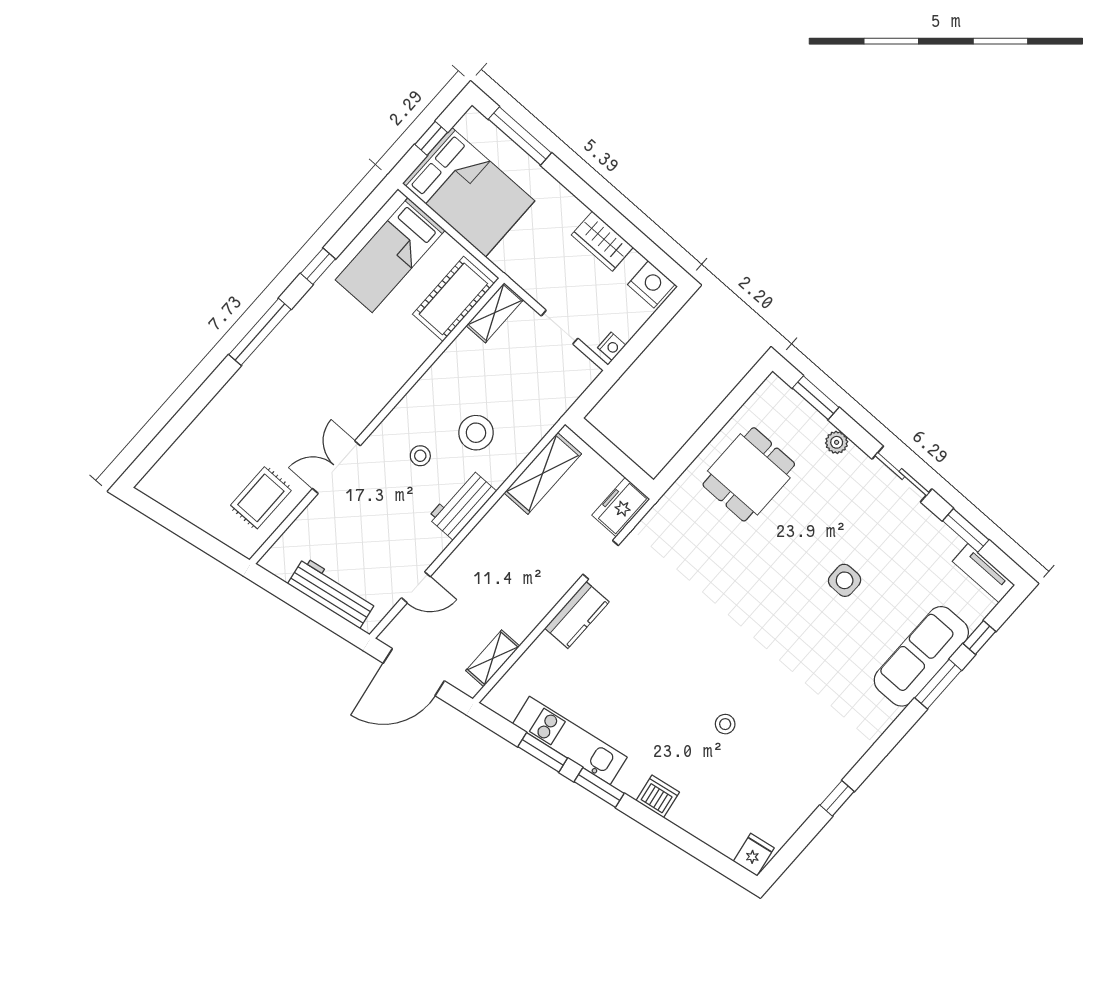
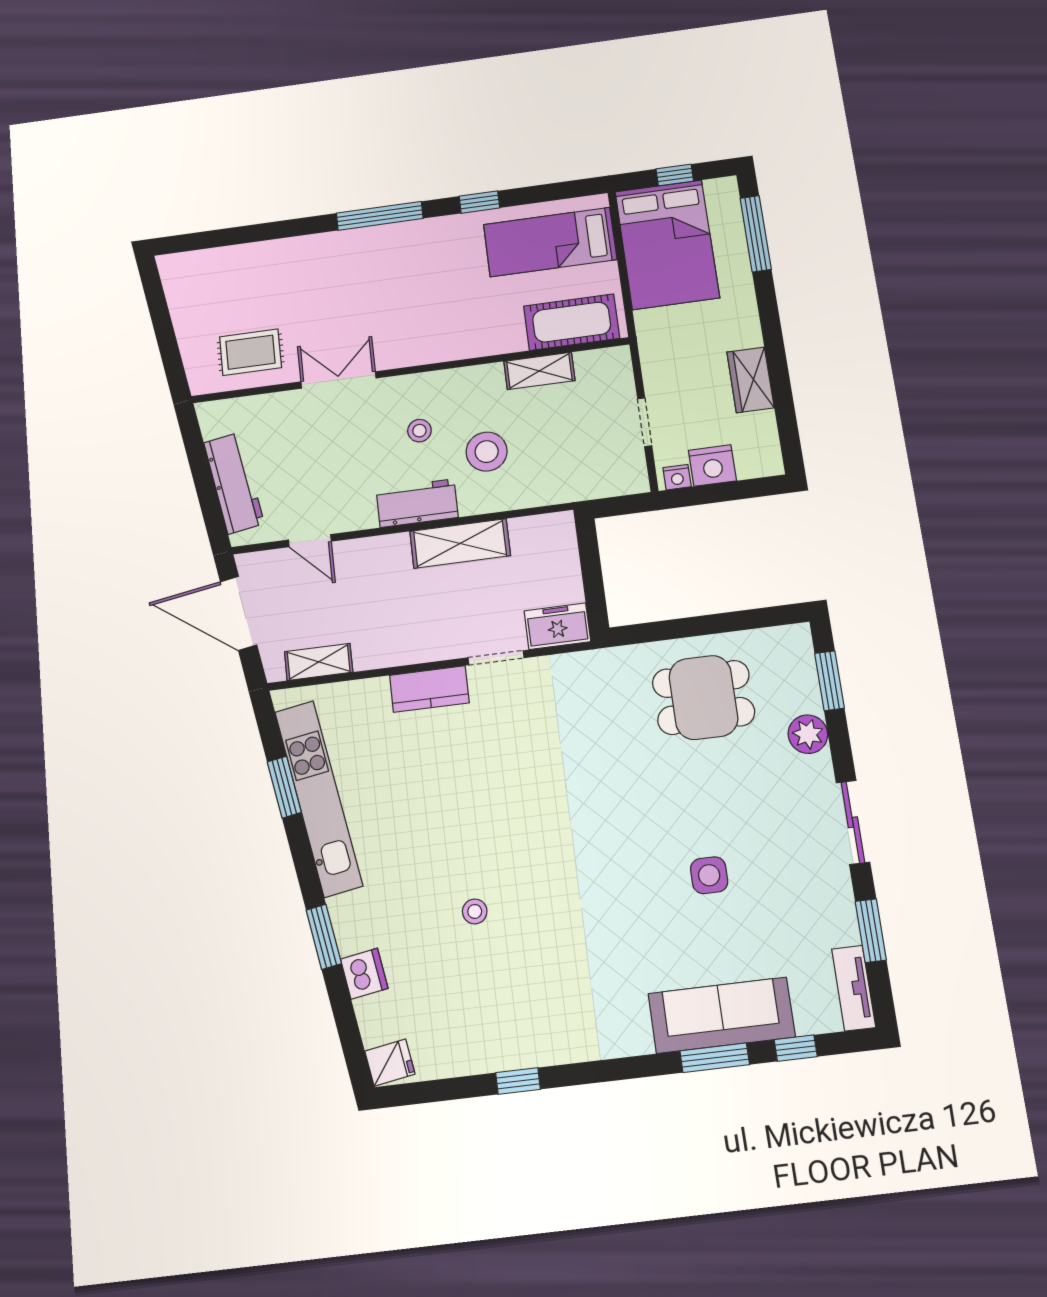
nightstand: (651, 284) -> (712, 466), moved, turned 90
shelving: (495, 313) -> (539, 371), moved
plant: (837, 442) -> (808, 734), width x1.38, depth x1.38
shelving: (543, 473) -> (460, 543), moved
kitchen unit: (570, 740) -> (318, 798), width x1.36
window: (599, 788) -> (324, 937), moved
dishwasher: (658, 796) -> (364, 974), moved

